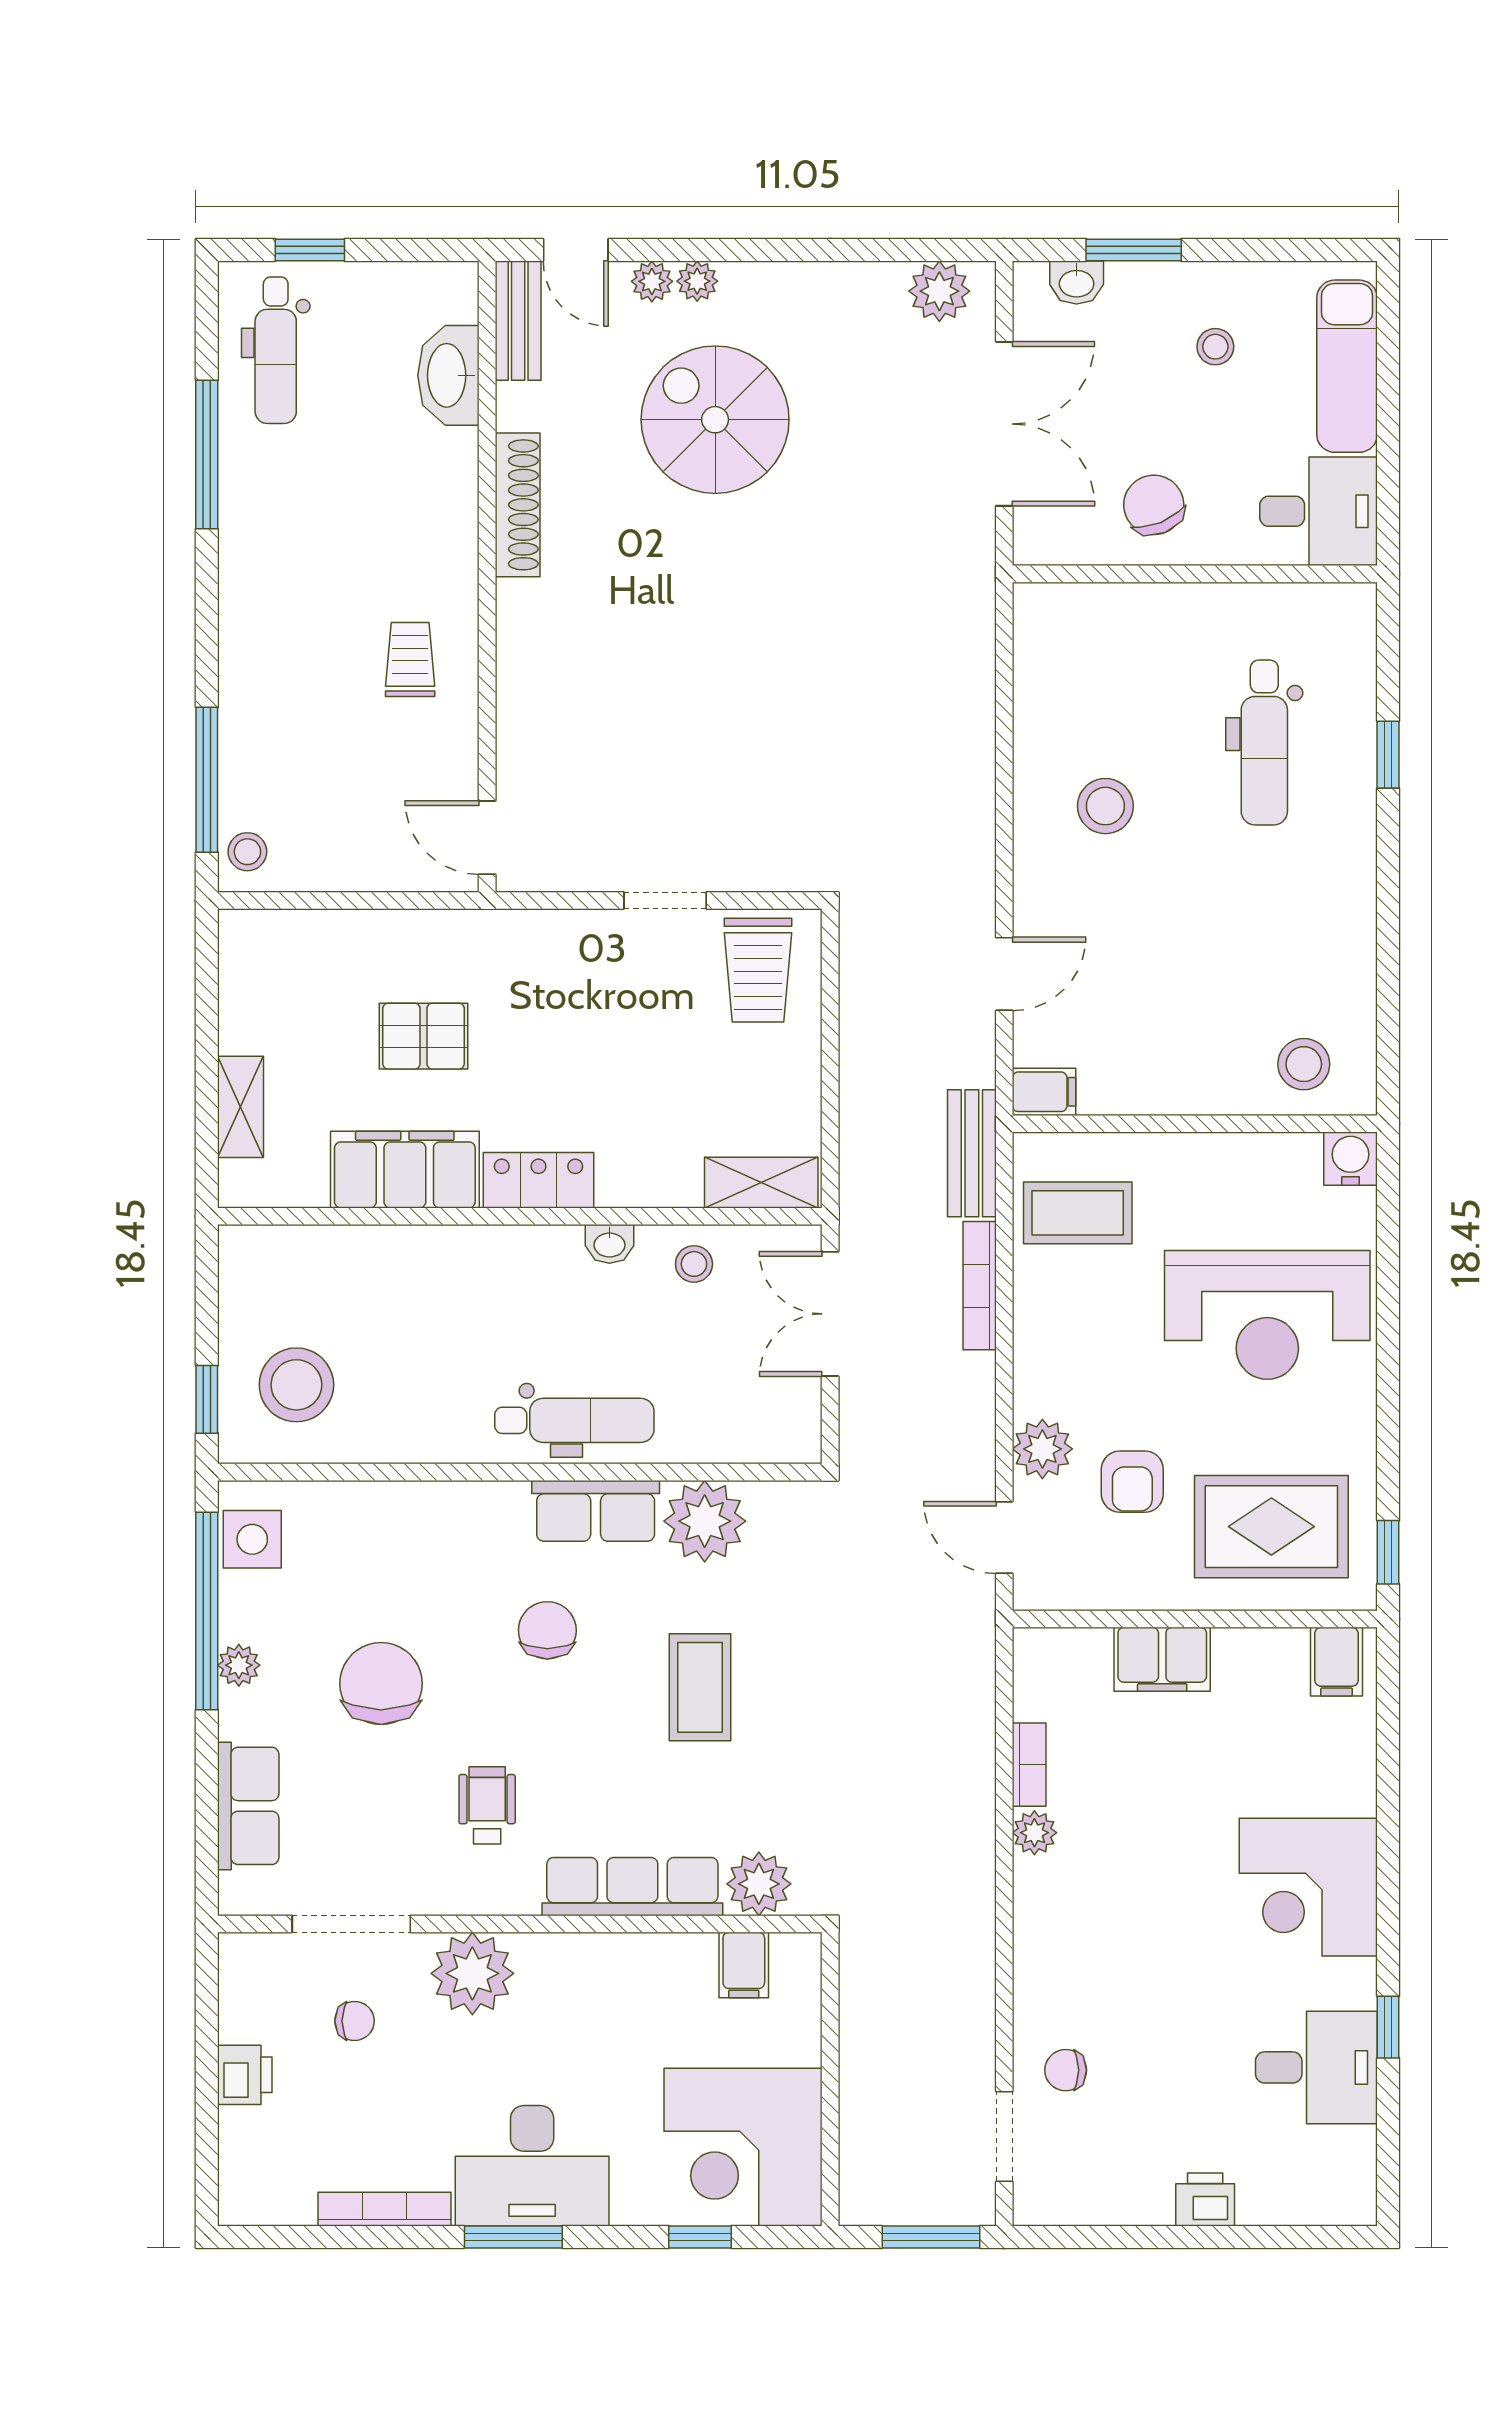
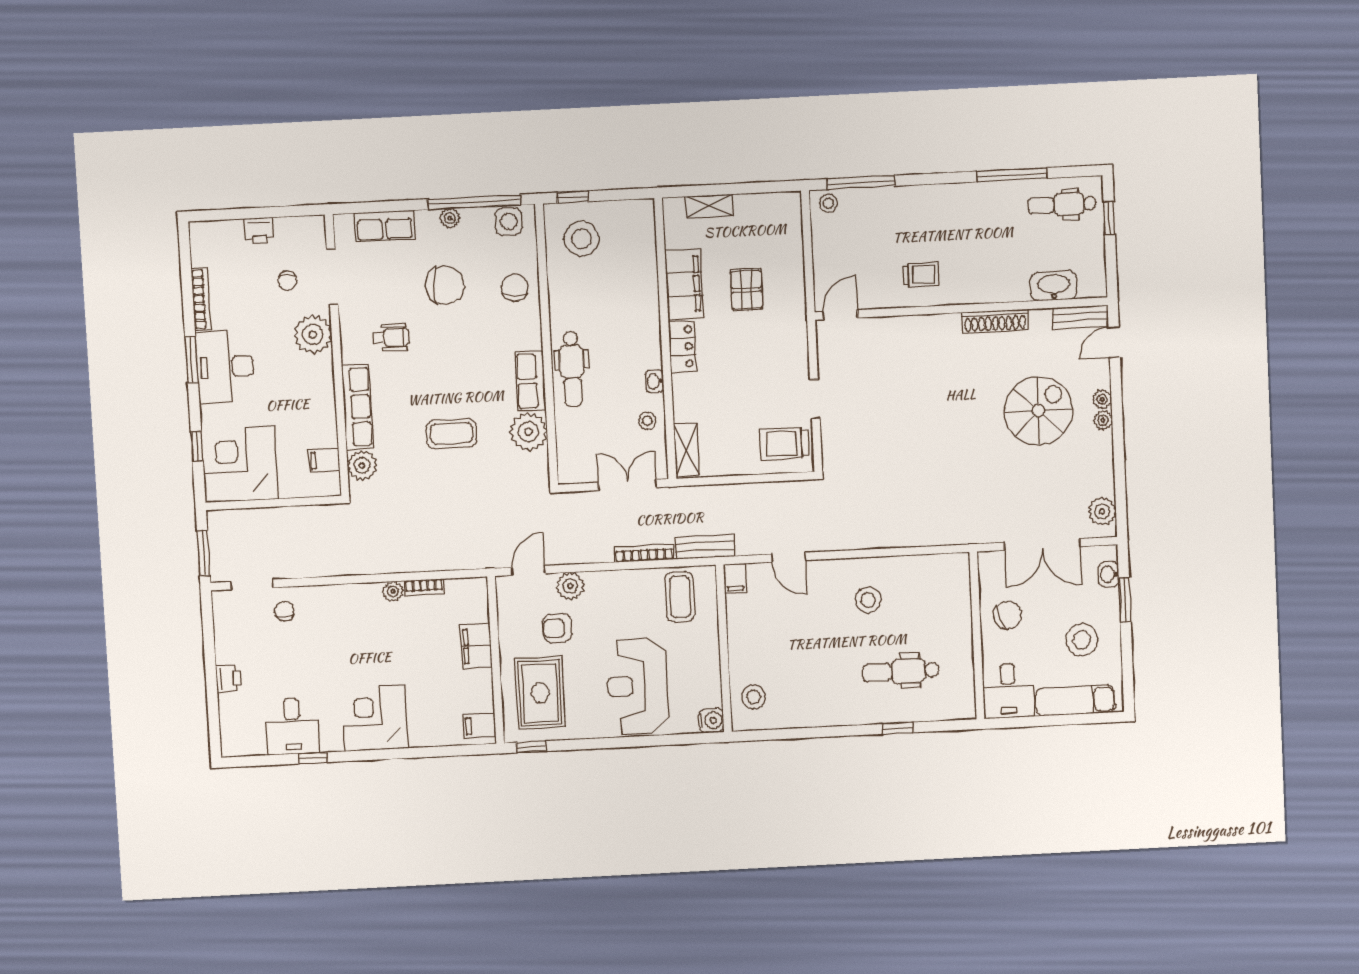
plant: (652, 281) -> (1103, 420), moved
stool: (1215, 347) -> (1082, 640), width x1.89, depth x1.89
chair: (547, 1630) -> (515, 288), moved, turned -86

